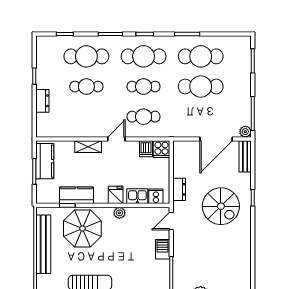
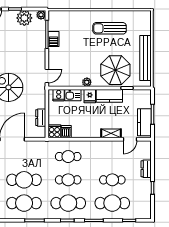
door: (116, 139) -> (130, 139), moved
dresser: (179, 189) -> (41, 118), moved
kitchen counter: (76, 195) -> (109, 96), moved
barbecue: (163, 249) -> (54, 39), moved

